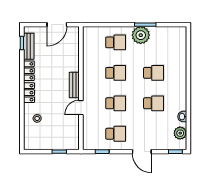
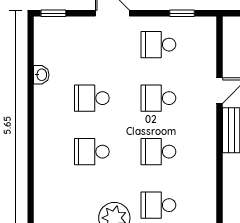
plant: (180, 133) -> (45, 46), removed

